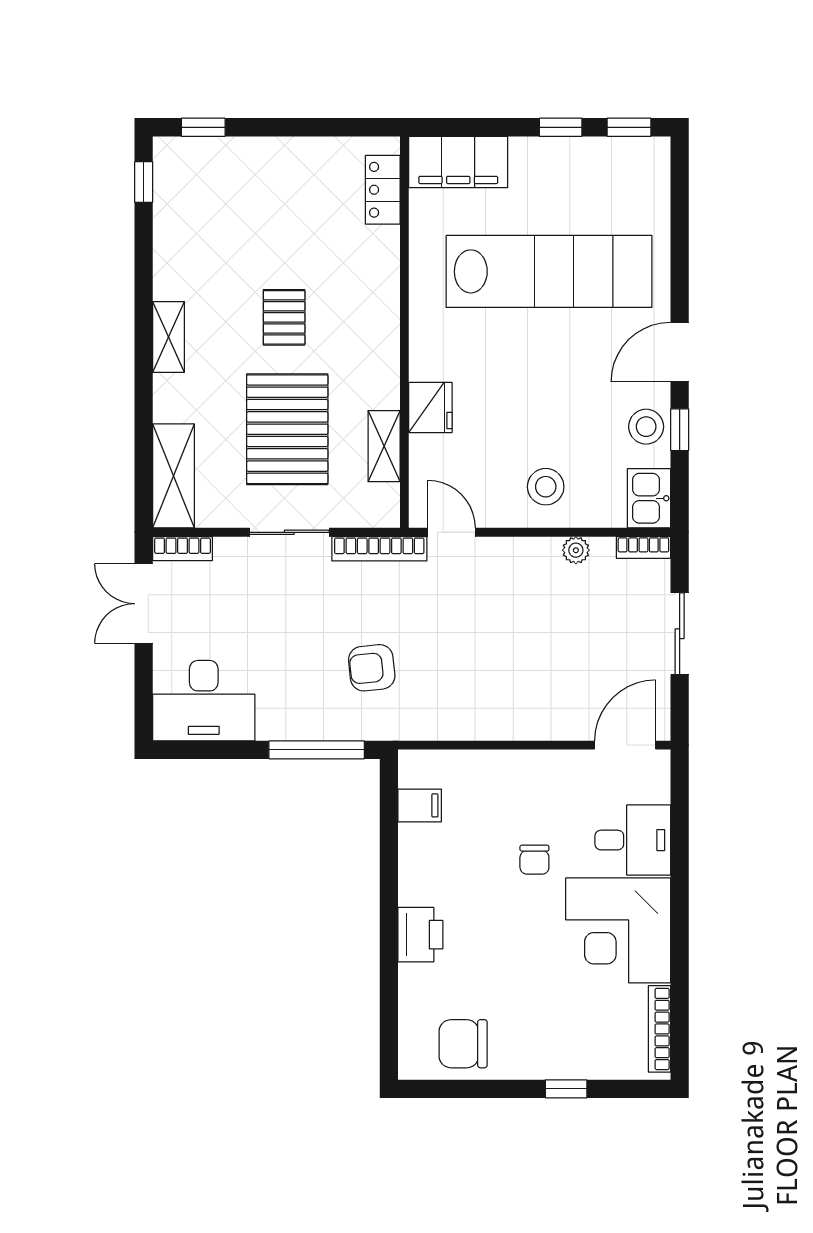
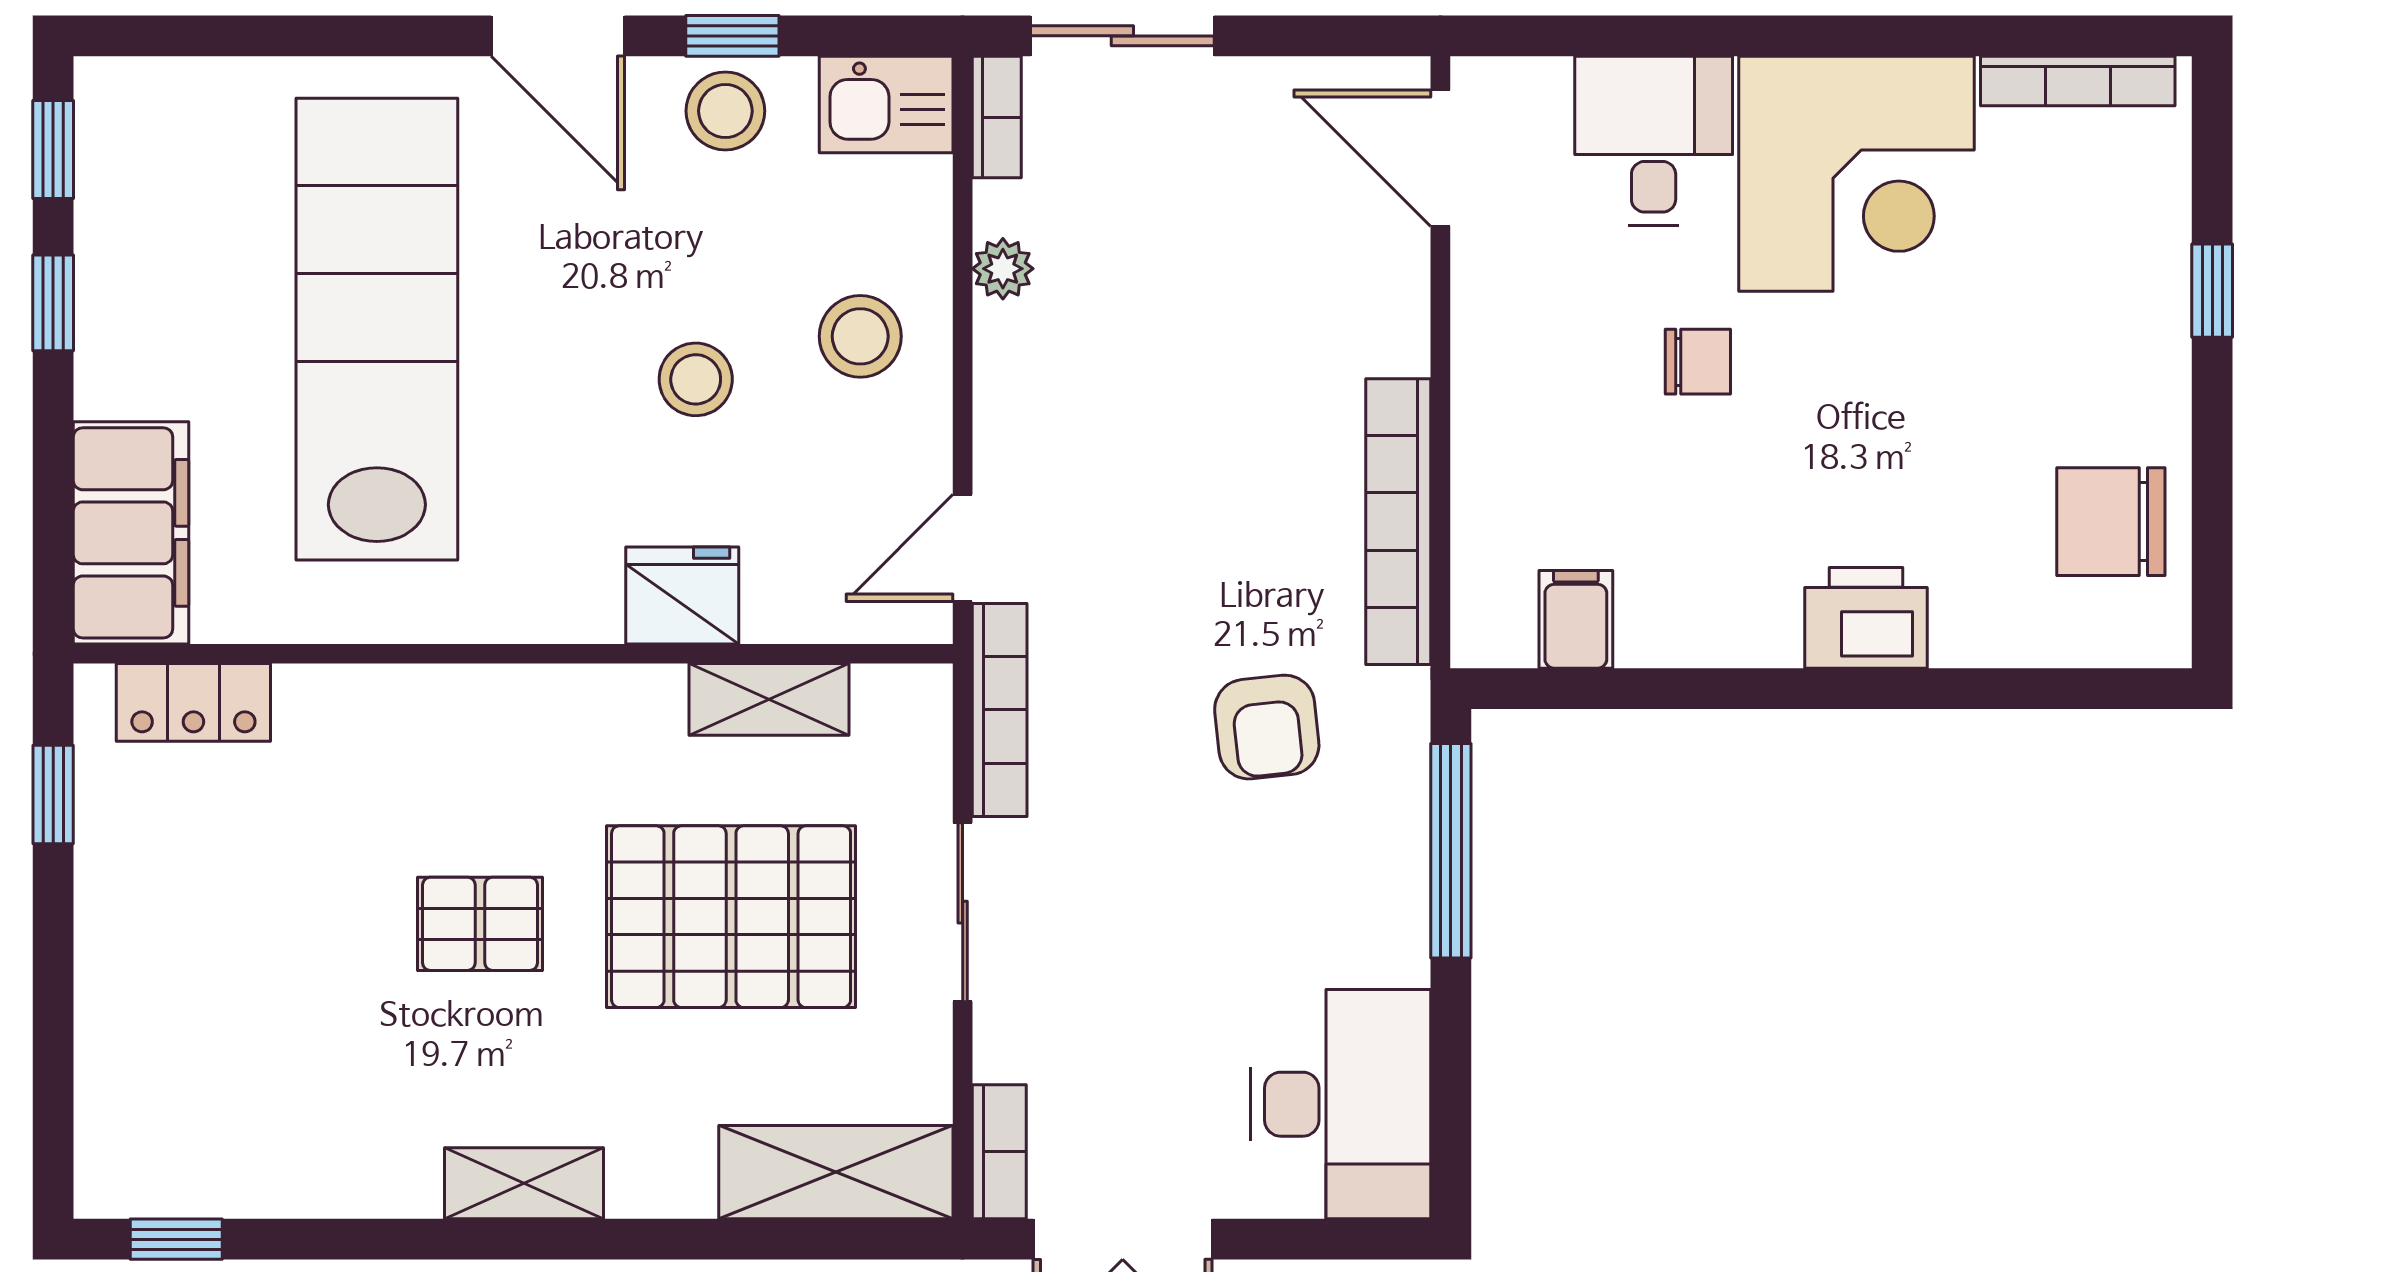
window: (203, 127) -> (53, 794), moved
stool: (527, 413) -> (696, 379), added
sliding door: (680, 634) -> (1122, 36), moved
bookcase: (463, 726) -> (1398, 522), added
chair: (463, 1044) -> (2111, 522), turned 90

